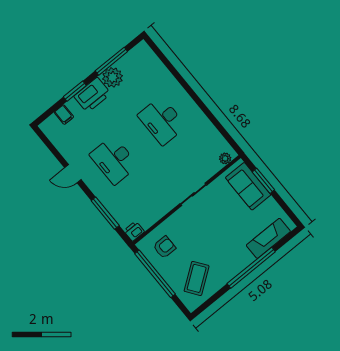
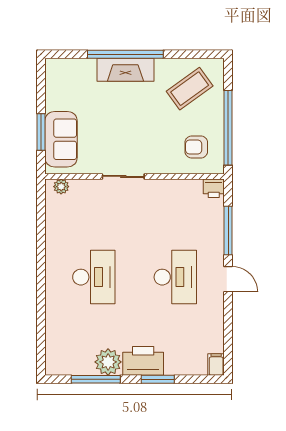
filing cabinet: (64, 115) -> (216, 365), moved
door: (73, 174) -> (228, 279), moved
fireplace: (268, 238) -> (125, 70), moved

